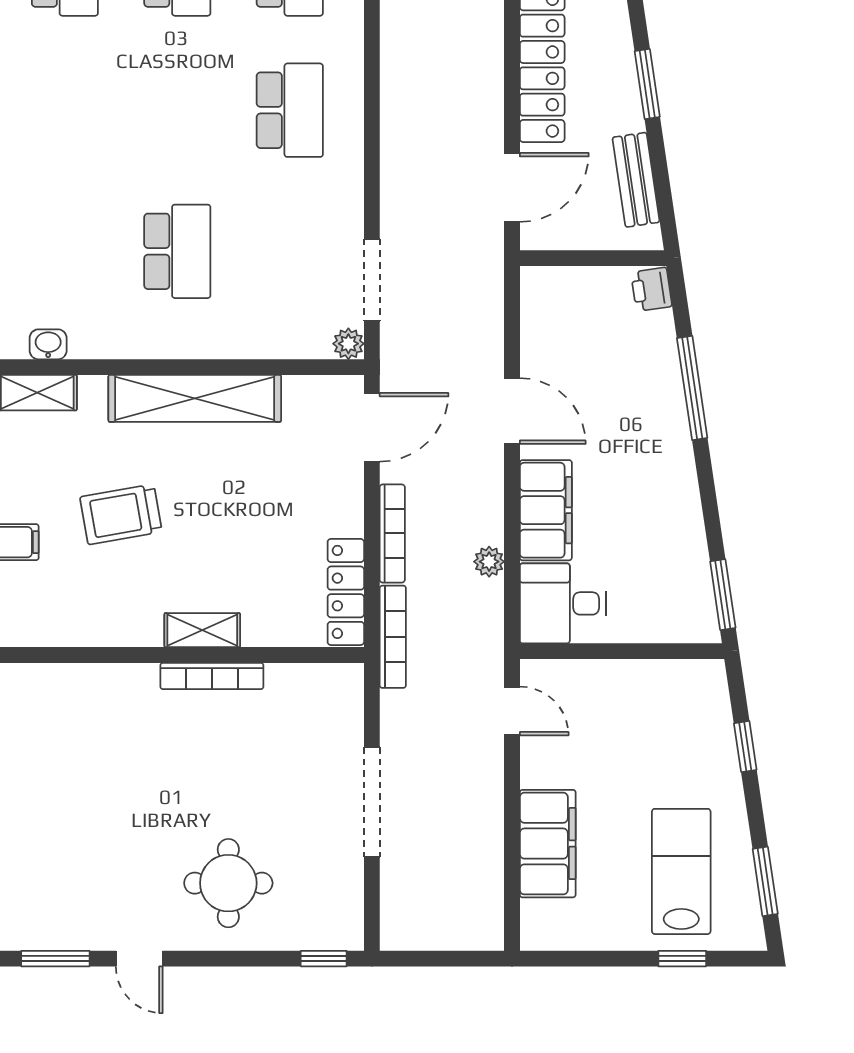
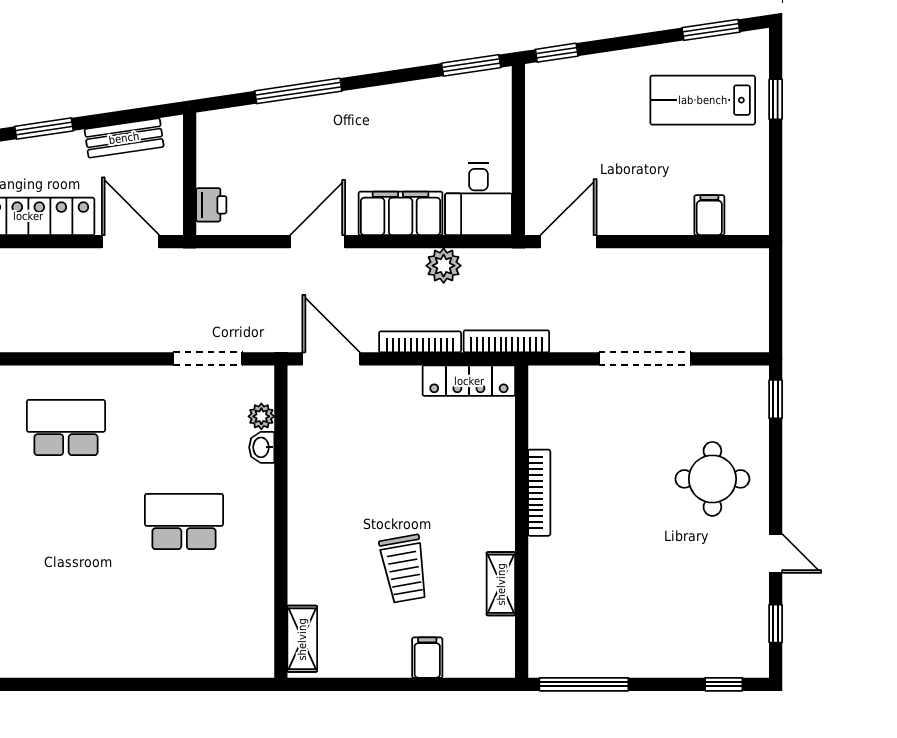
printer: (651, 289) -> (211, 205), moved, turned -82
washbasin: (48, 344) -> (262, 447), moved
plant: (348, 344) -> (261, 416), moved
shelving: (195, 398) -> (307, 507), removed
plant: (489, 562) -> (444, 266), width x1.38, depth x1.38
shelving: (202, 630) -> (501, 584), moved
door: (512, 711) -> (568, 242), width x1.38
window: (745, 747) -> (557, 53), moved
filing cabinet: (548, 844) -> (709, 215), width x0.33, depth x0.86
window: (55, 959) -> (776, 624), width x0.67
door: (139, 959) -> (776, 553), hinge flipped

